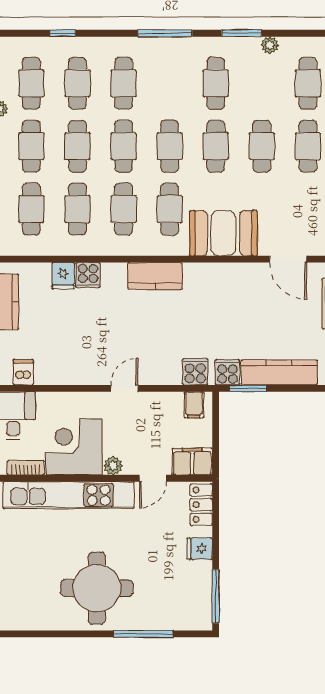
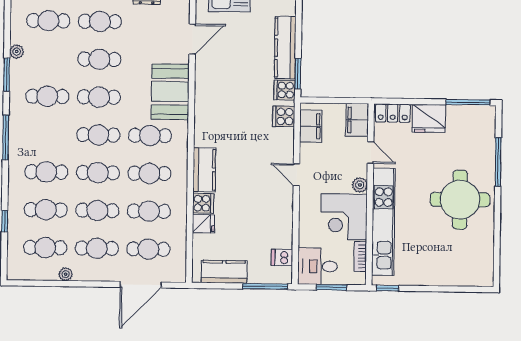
kitchen counter: (155, 276) -> (204, 170), moved
filing cabinet: (194, 405) -> (311, 126), width x2.00
fridge: (200, 549) -> (429, 118), width x1.88, depth x1.34

